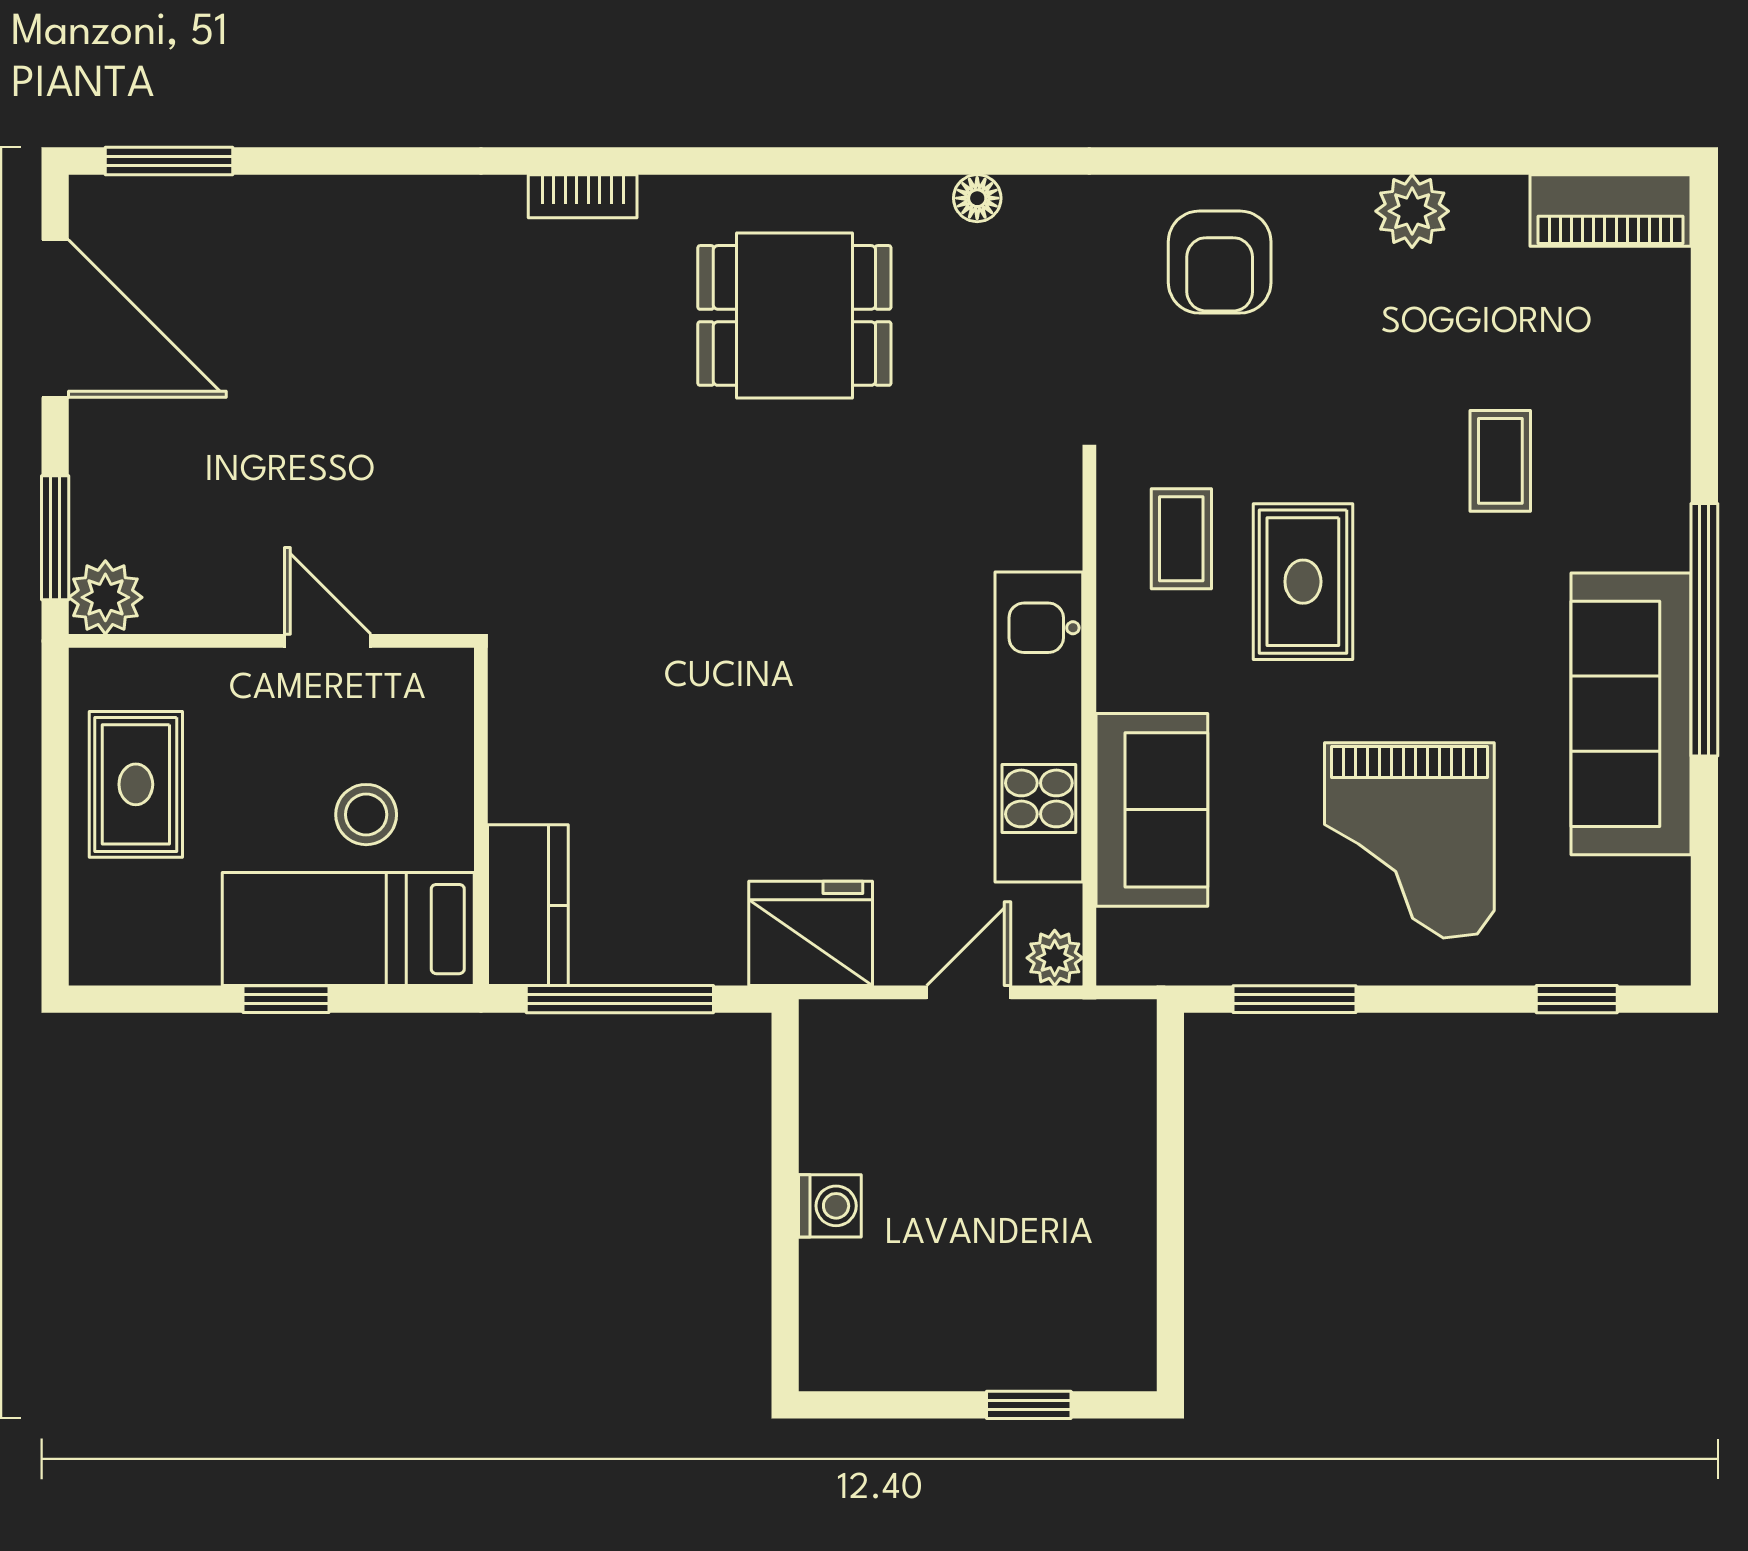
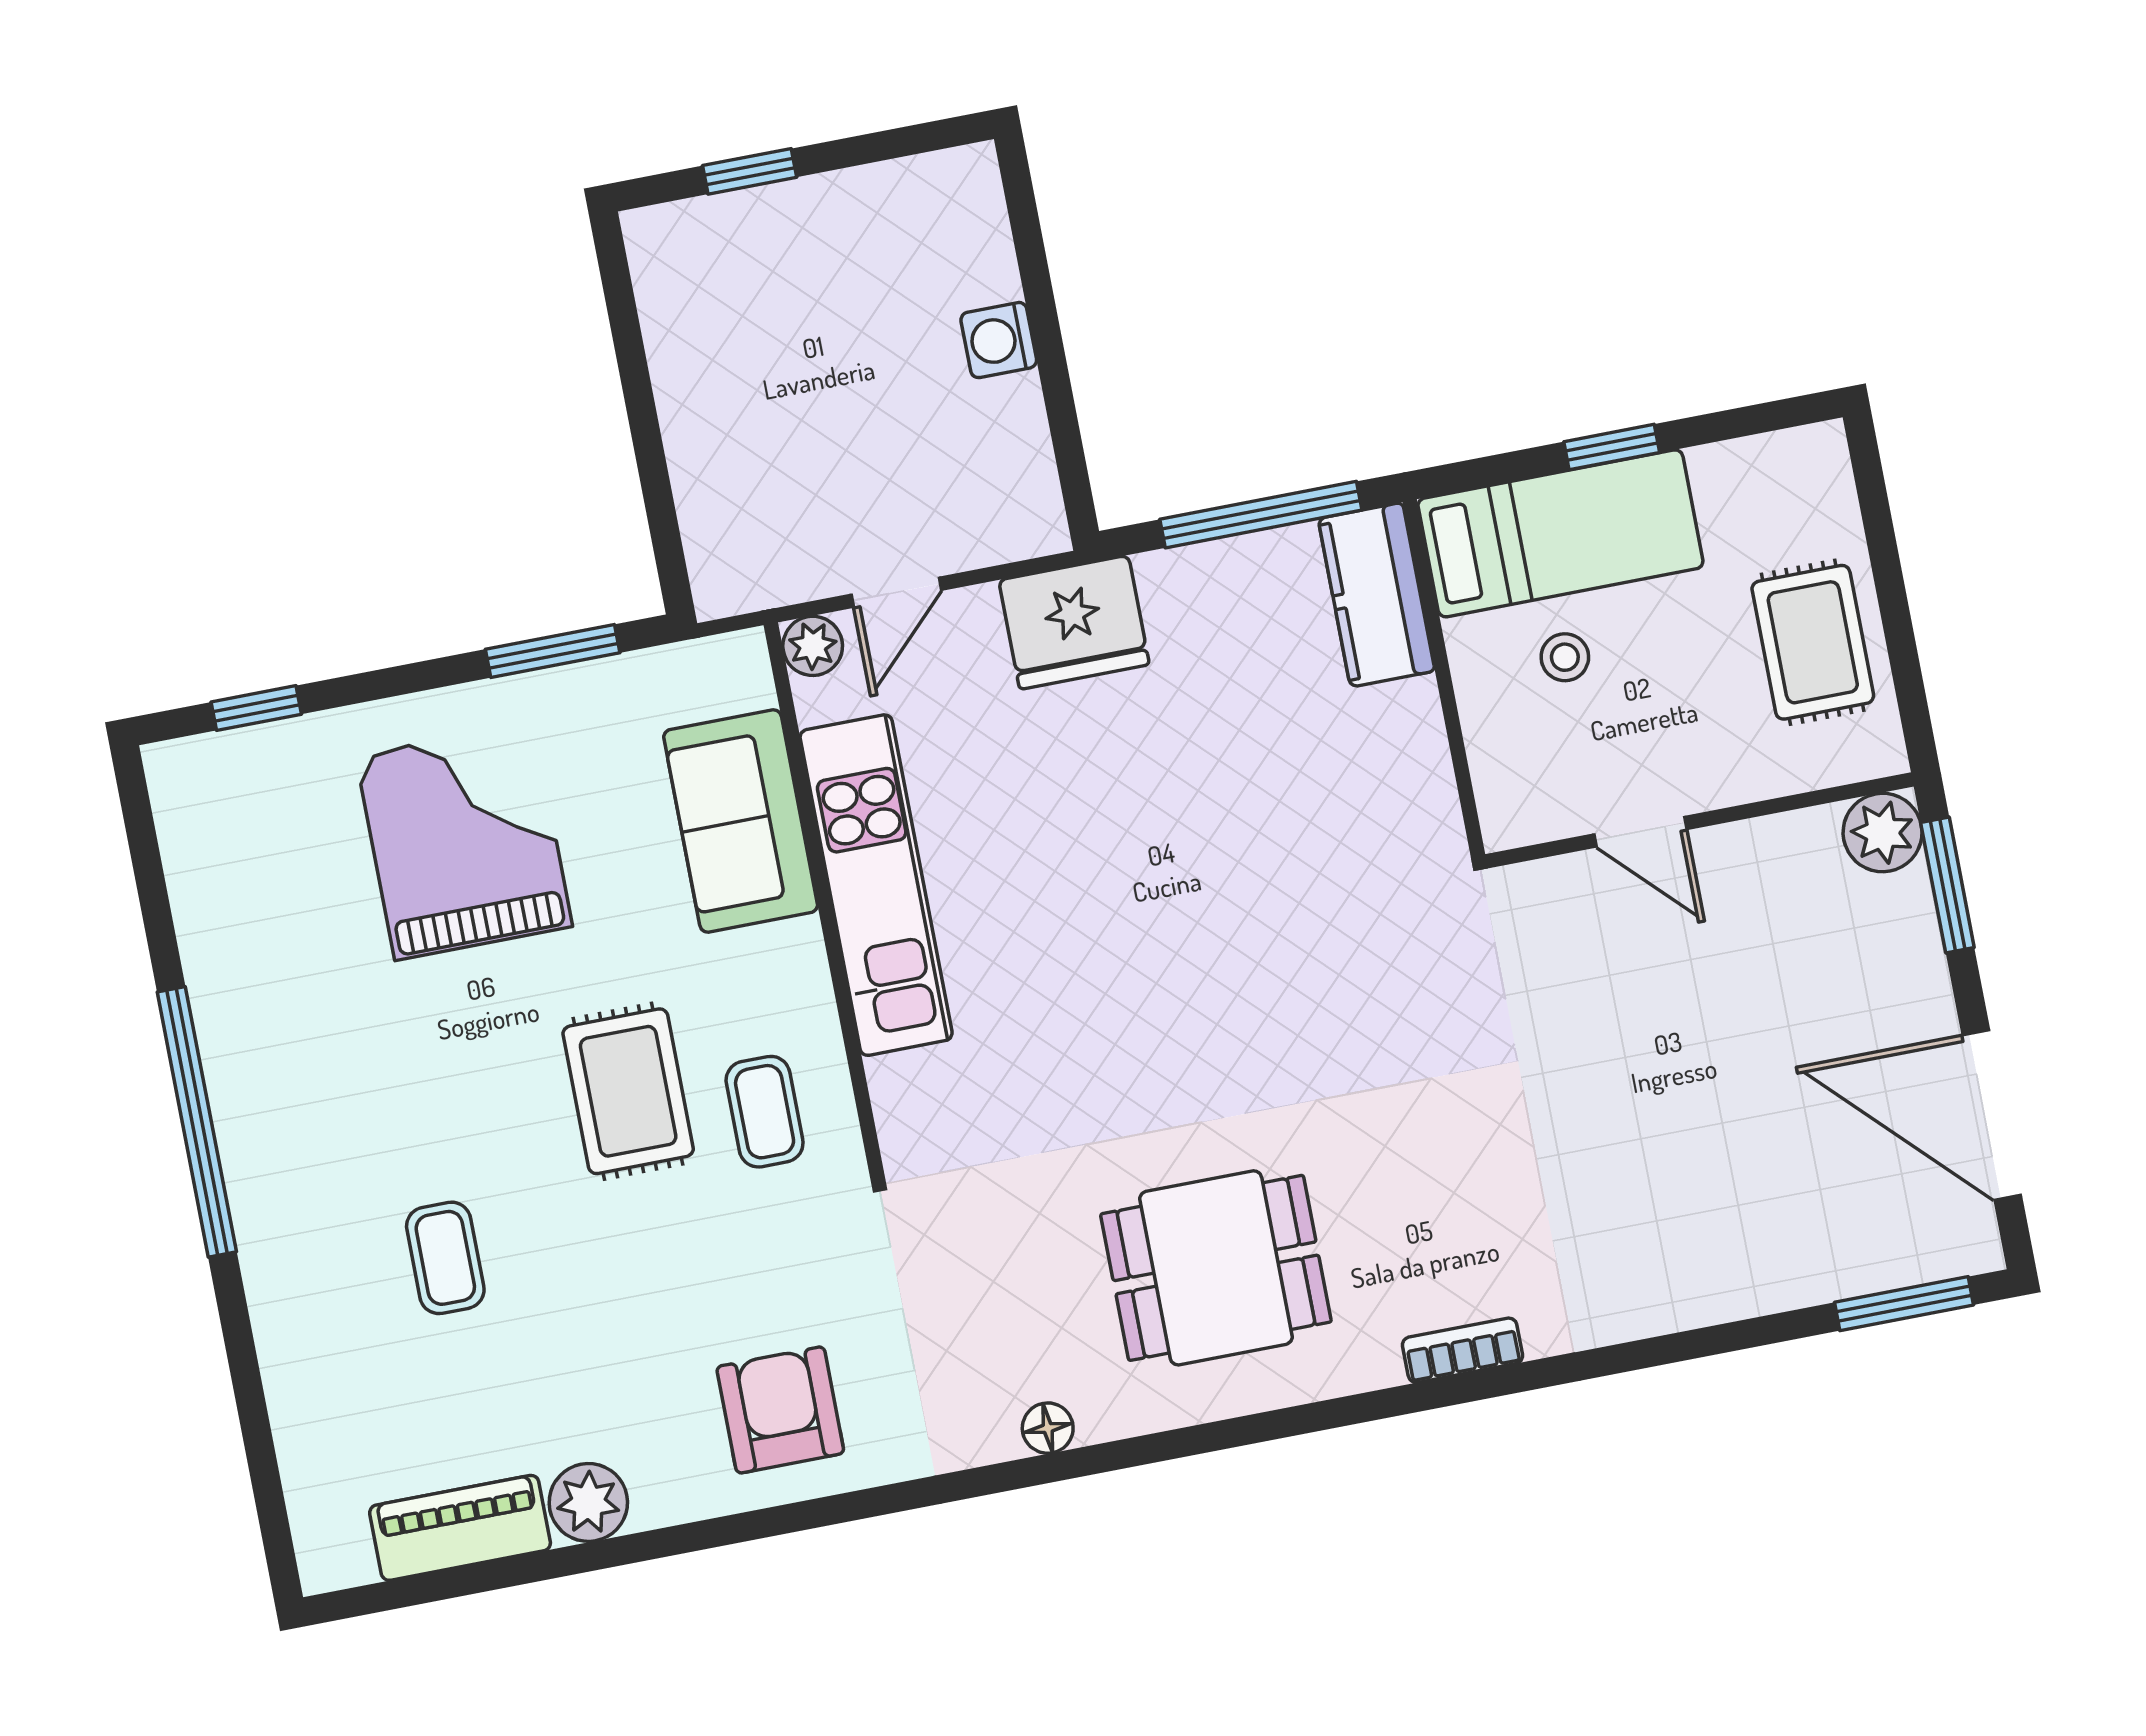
piano: (1611, 210) -> (460, 1528), moved
sofa: (1631, 714) -> (257, 1019), removed
stool: (366, 815) -> (1565, 657), width x0.73, depth x0.73

